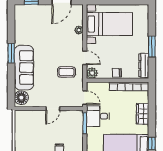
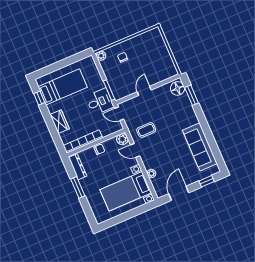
window: (11, 53) -> (192, 95), moved
sofa: (24, 68) -> (200, 147), moved

